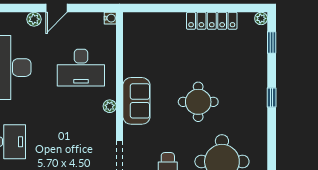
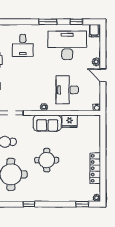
fridge: (134, 64) -> (70, 121), added
window: (272, 97) -> (29, 204), moved

